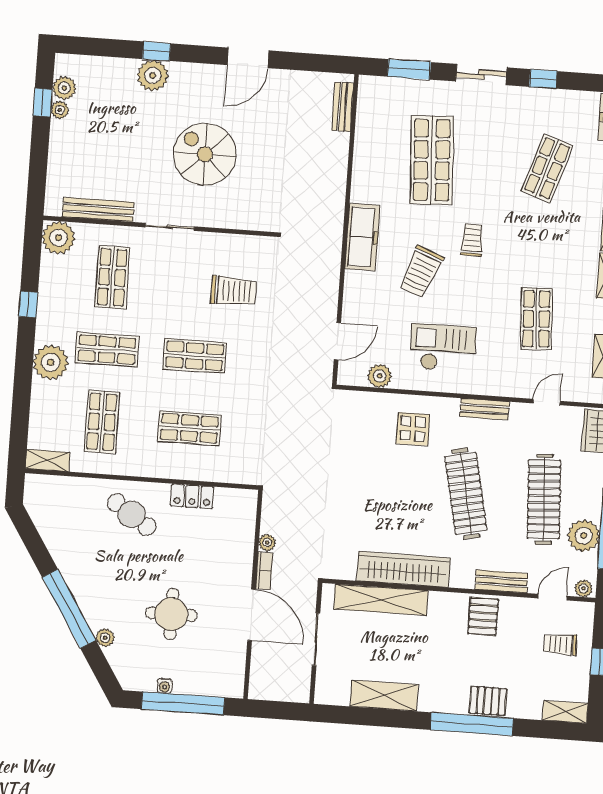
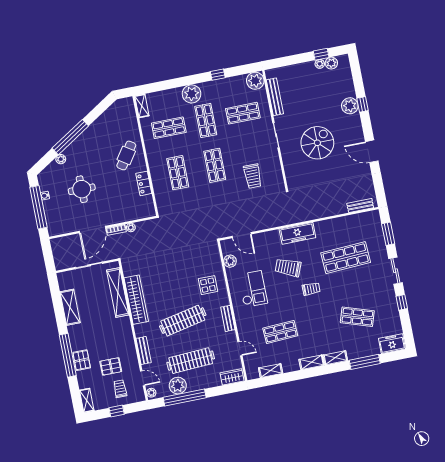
pallet: (483, 616) -> (111, 366), moved

